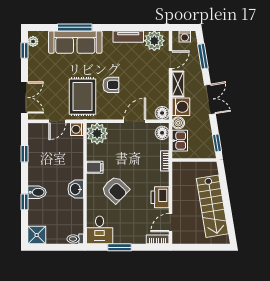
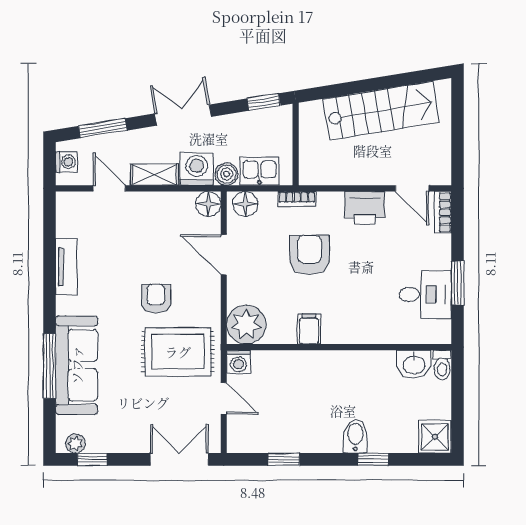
plant: (154, 41) -> (74, 218), removed
washbasin: (76, 189) -> (414, 364), moved
armchair: (115, 190) -> (309, 255), moved, turned -44
desk: (100, 230) -> (425, 295), moved

